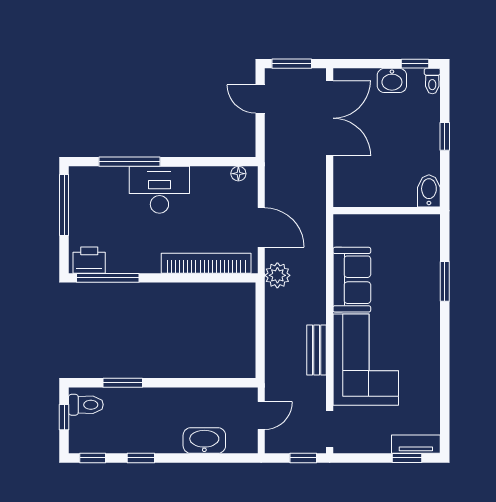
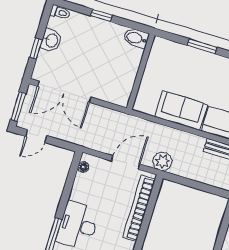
window: (415, 64) -> (36, 49), moved
double door: (330, 118) -> (64, 92), swing flipped

